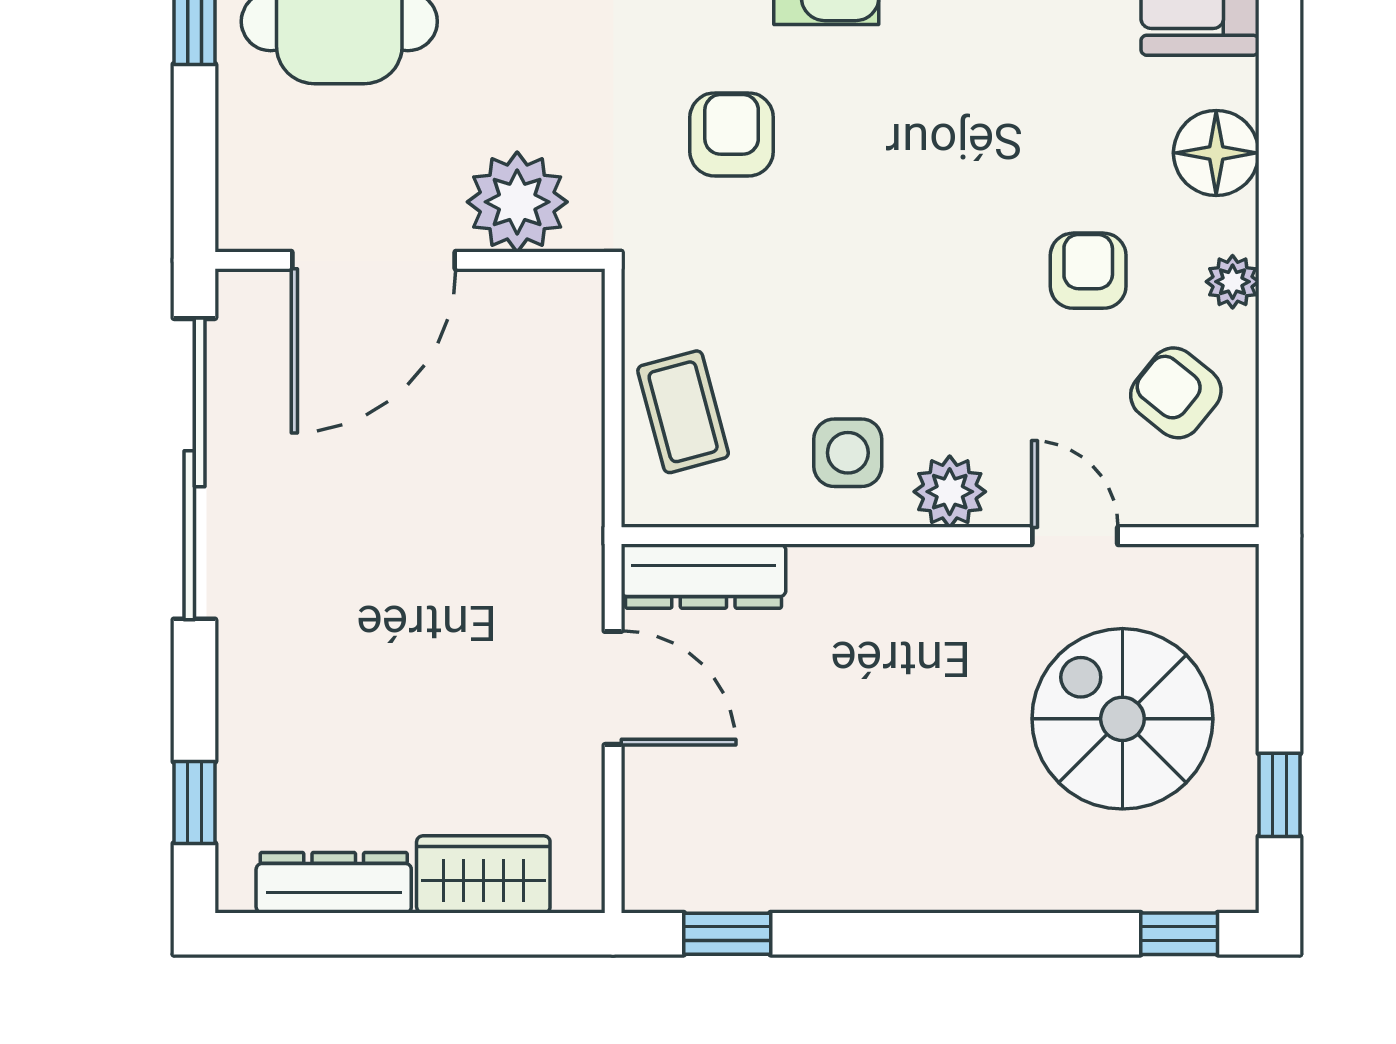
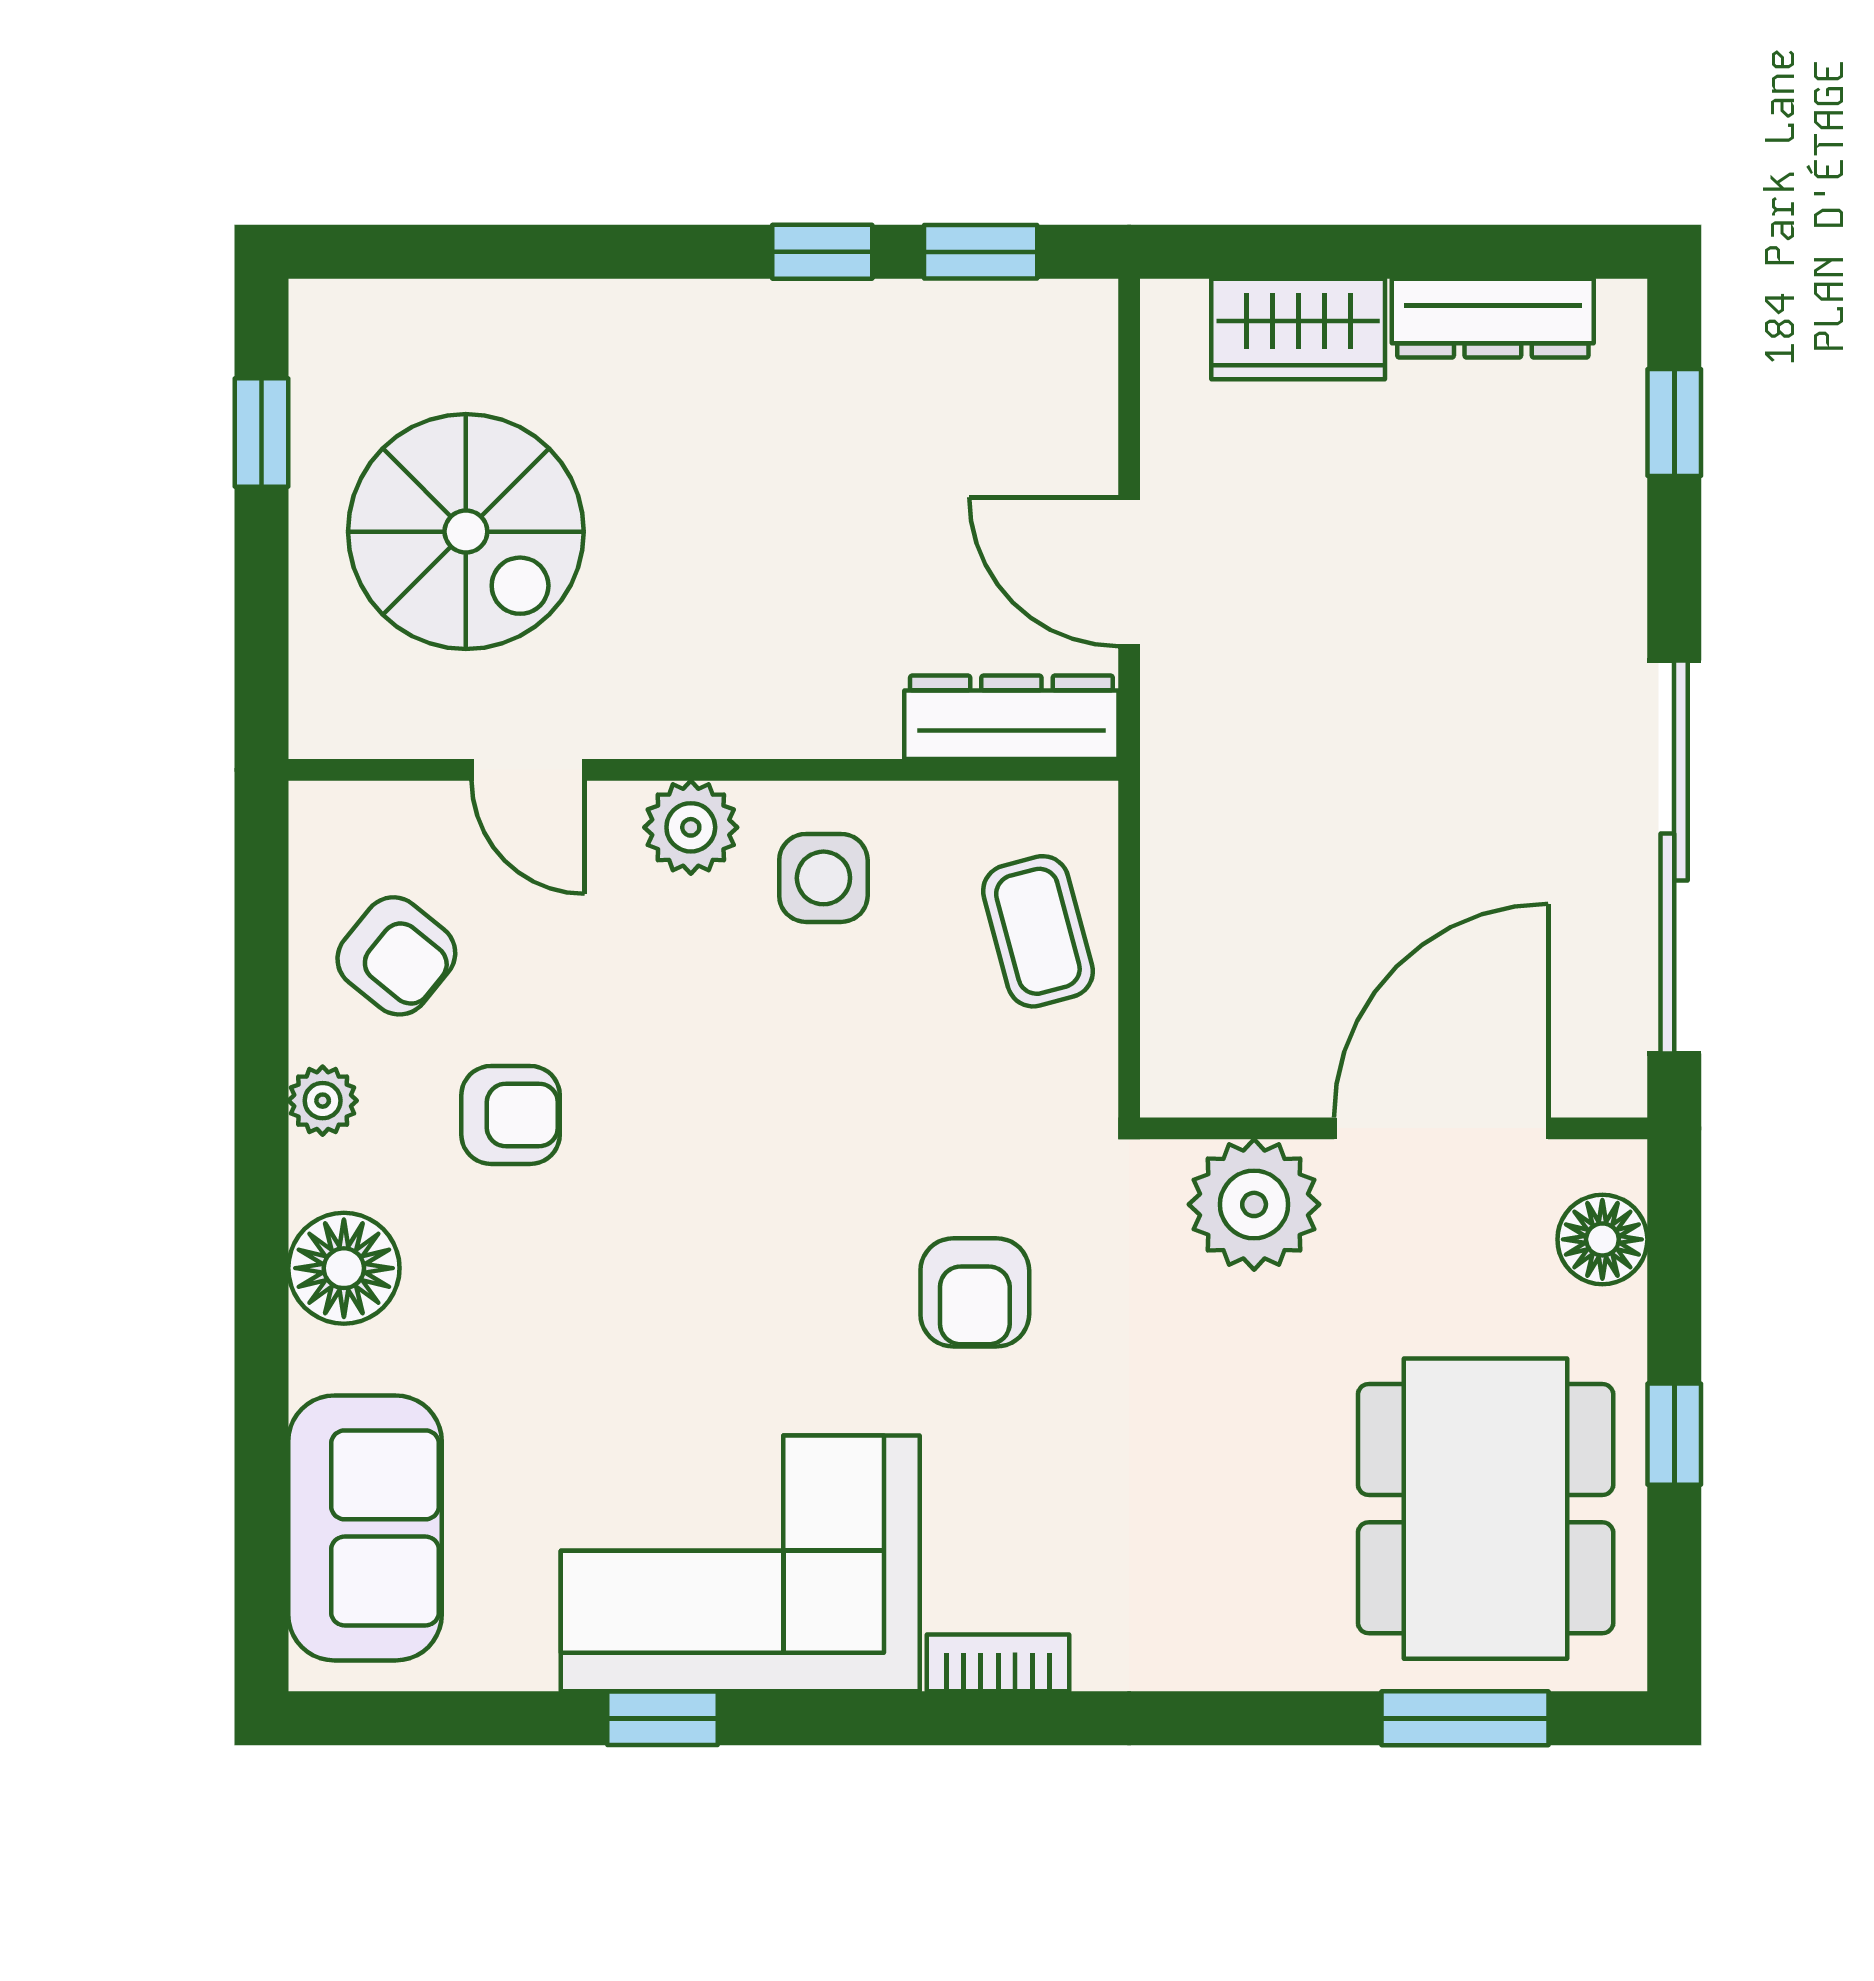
floor lamp: (250, 175) -> (1602, 1239), added
armchair: (1088, 271) -> (511, 1115), turned -90
window: (1179, 934) -> (822, 252), moved

